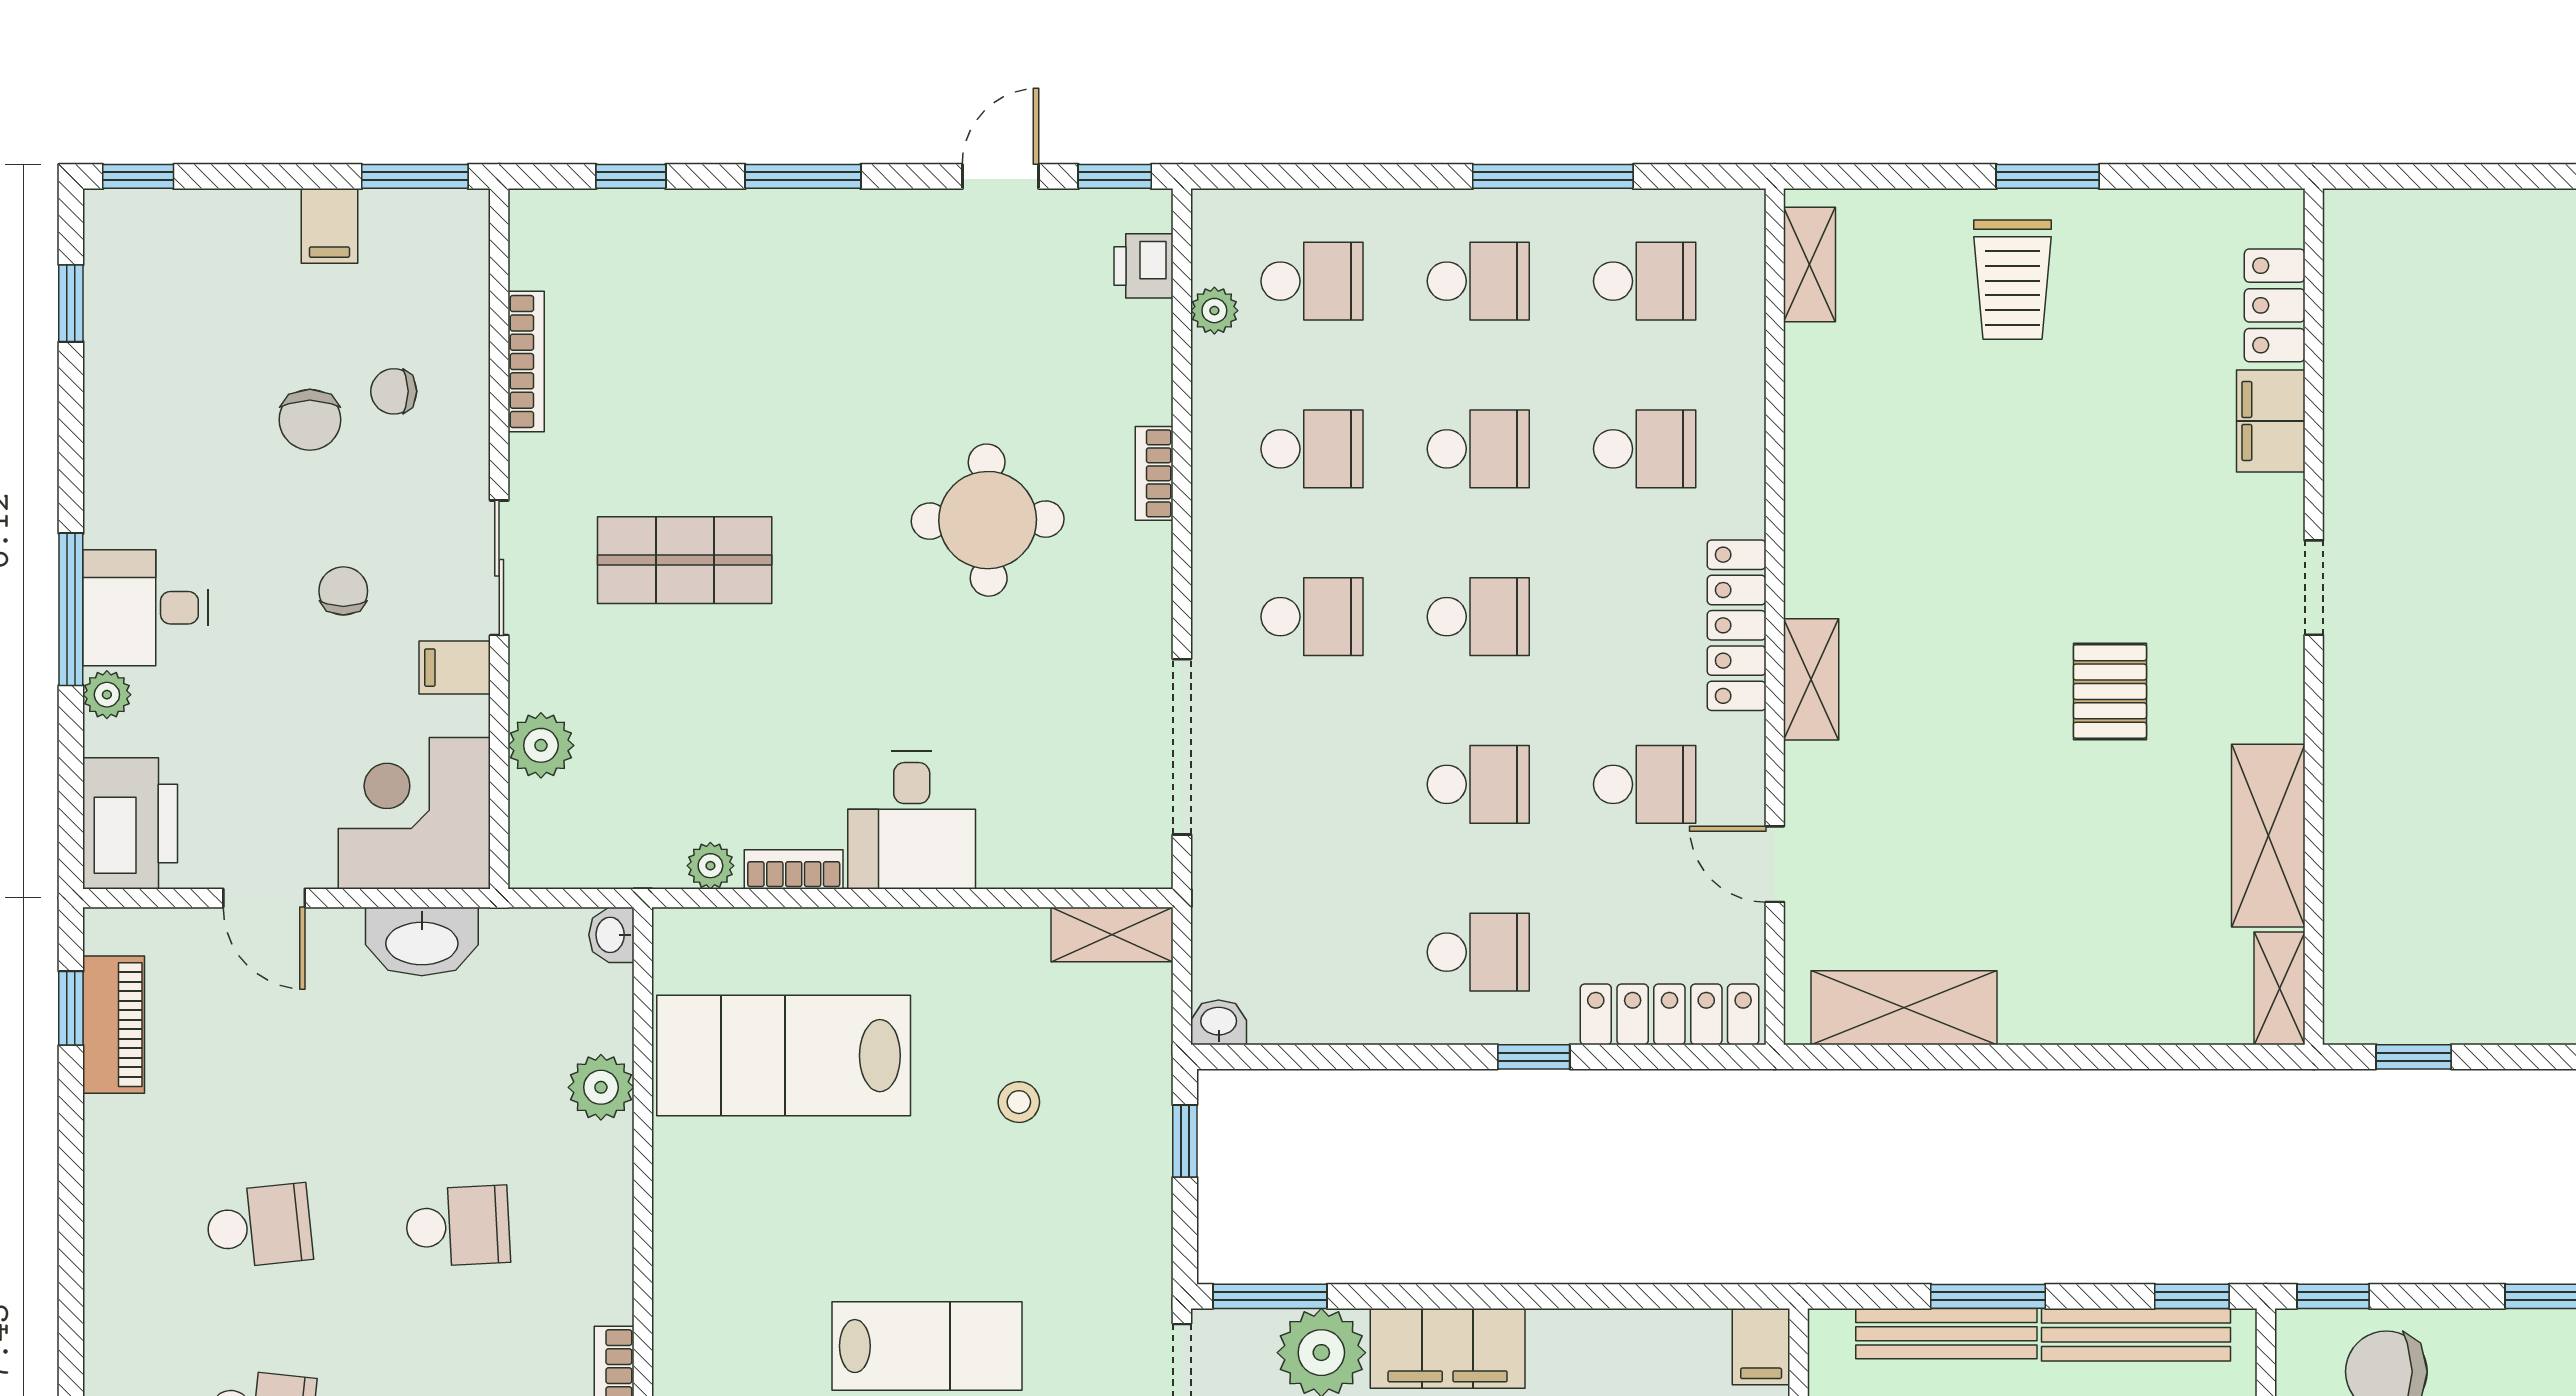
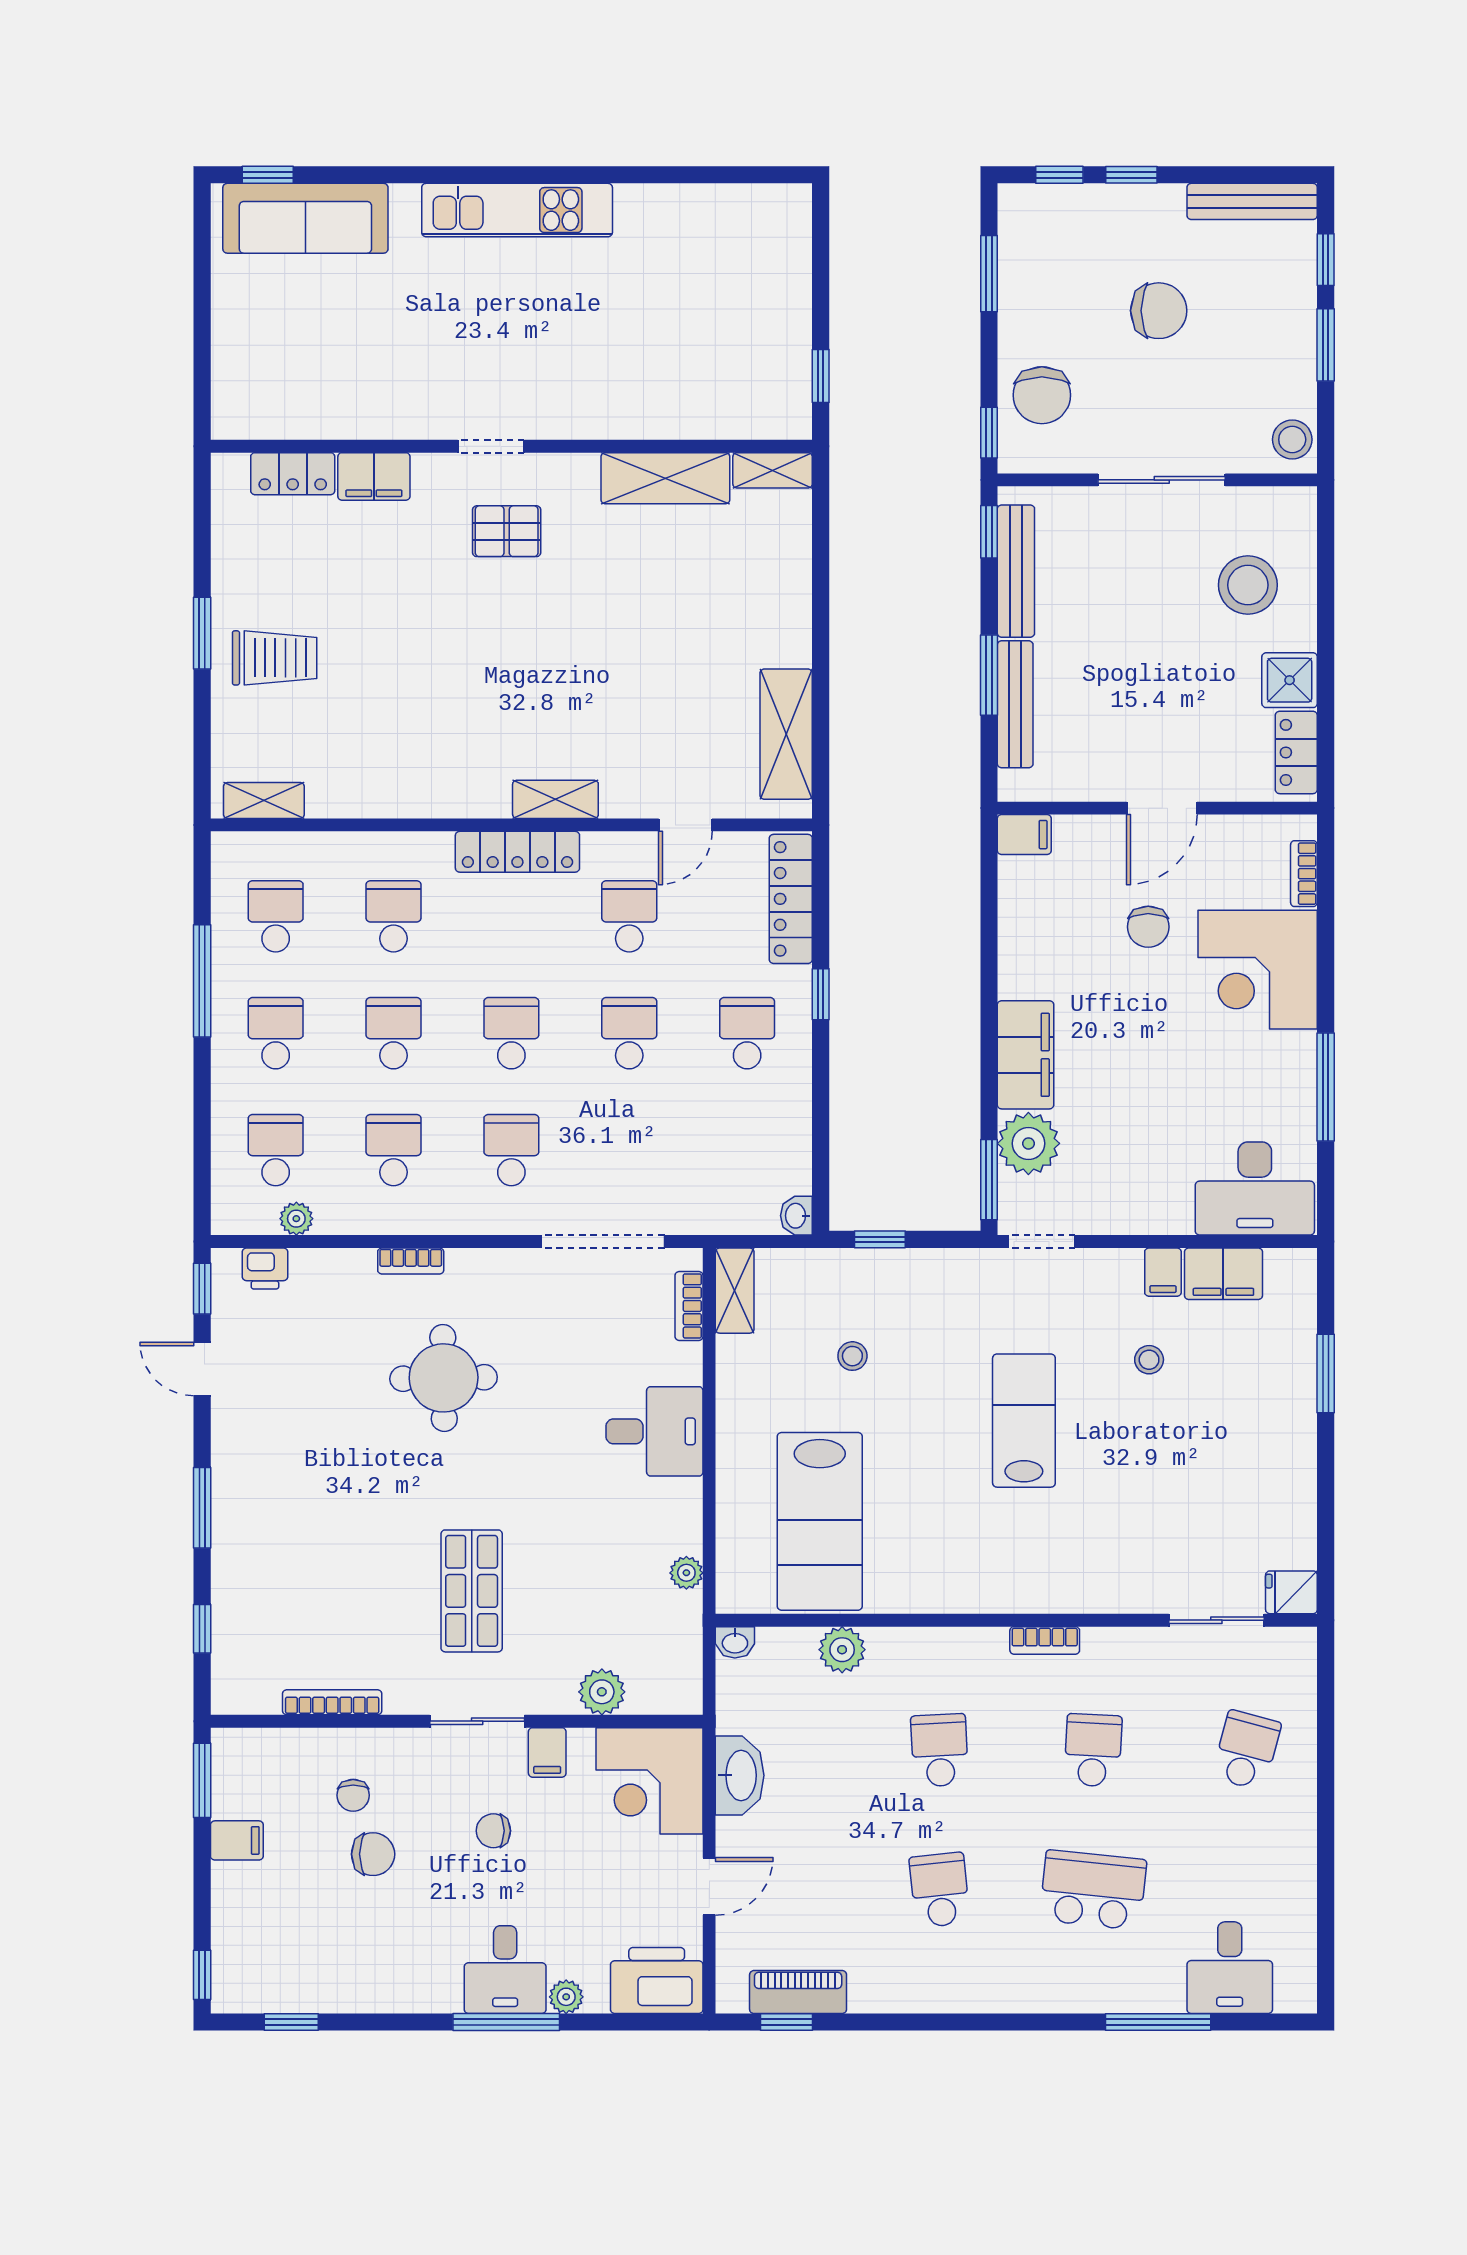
pallet: (2110, 691) -> (507, 531), moved
bookcase: (794, 869) -> (689, 1306), moved

